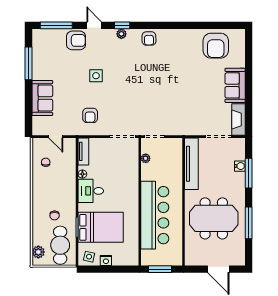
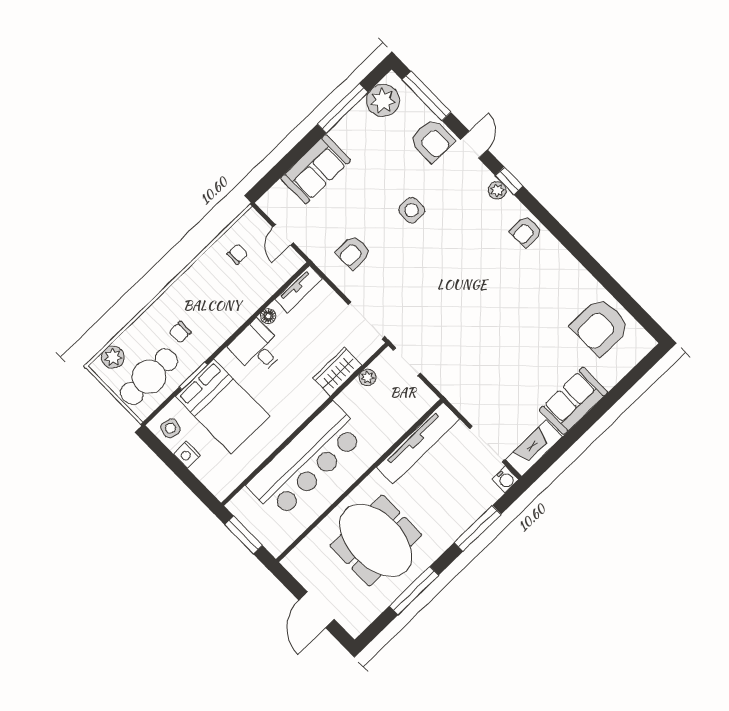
plant: (41, 44) -> (383, 101), added
water cooler: (240, 166) -> (505, 479), moved
wardrobe: (131, 168) -> (337, 372), added

